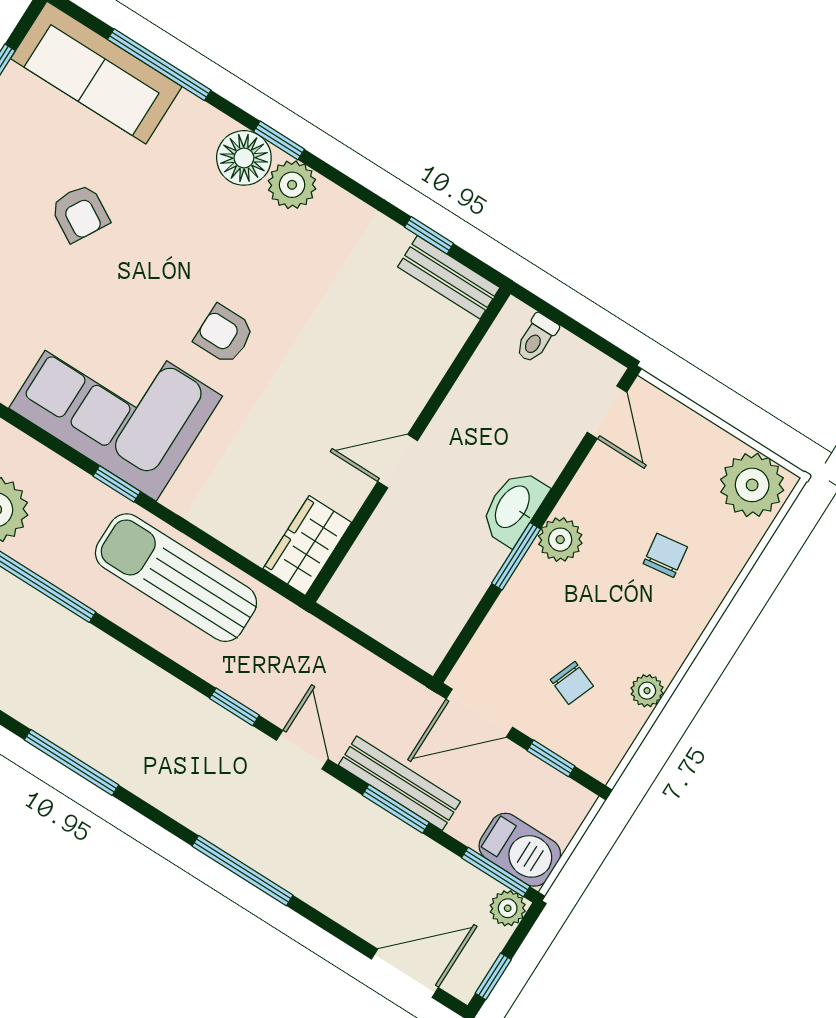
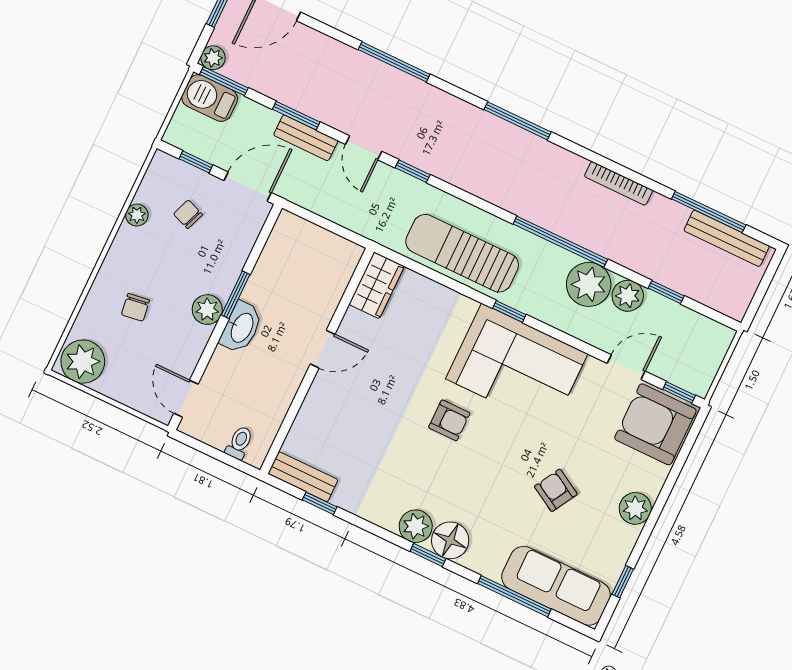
sun lounger: (176, 578) -> (462, 253), turned 180
bench: (399, 783) -> (306, 138), width x0.73

